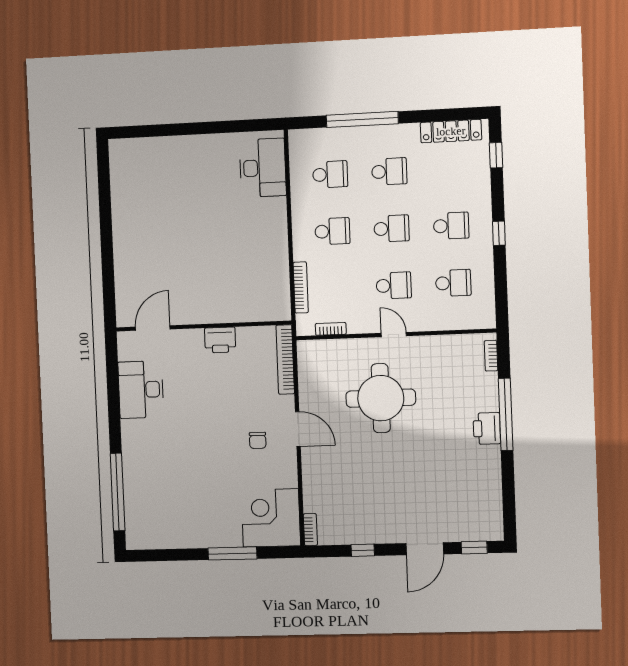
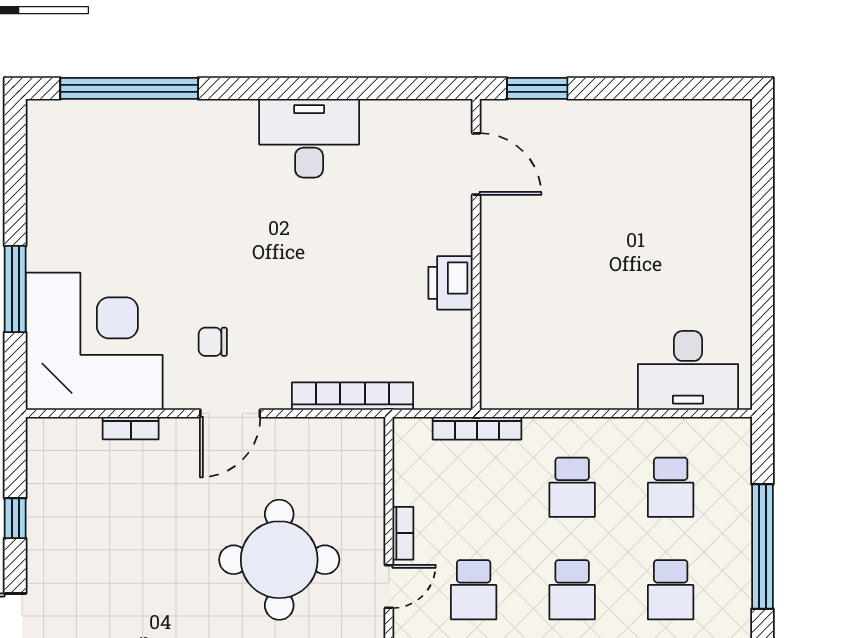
window: (108, 261) -> (537, 88), added
wall: (203, 326) -> (476, 254), moved
door: (153, 328) -> (476, 164), moved
bookcase: (331, 329) -> (403, 533), moved
printer: (220, 340) -> (450, 283), moved
corner desk: (271, 518) -> (94, 341), width x1.36, depth x1.36
bookcase: (310, 530) -> (131, 428), moved

